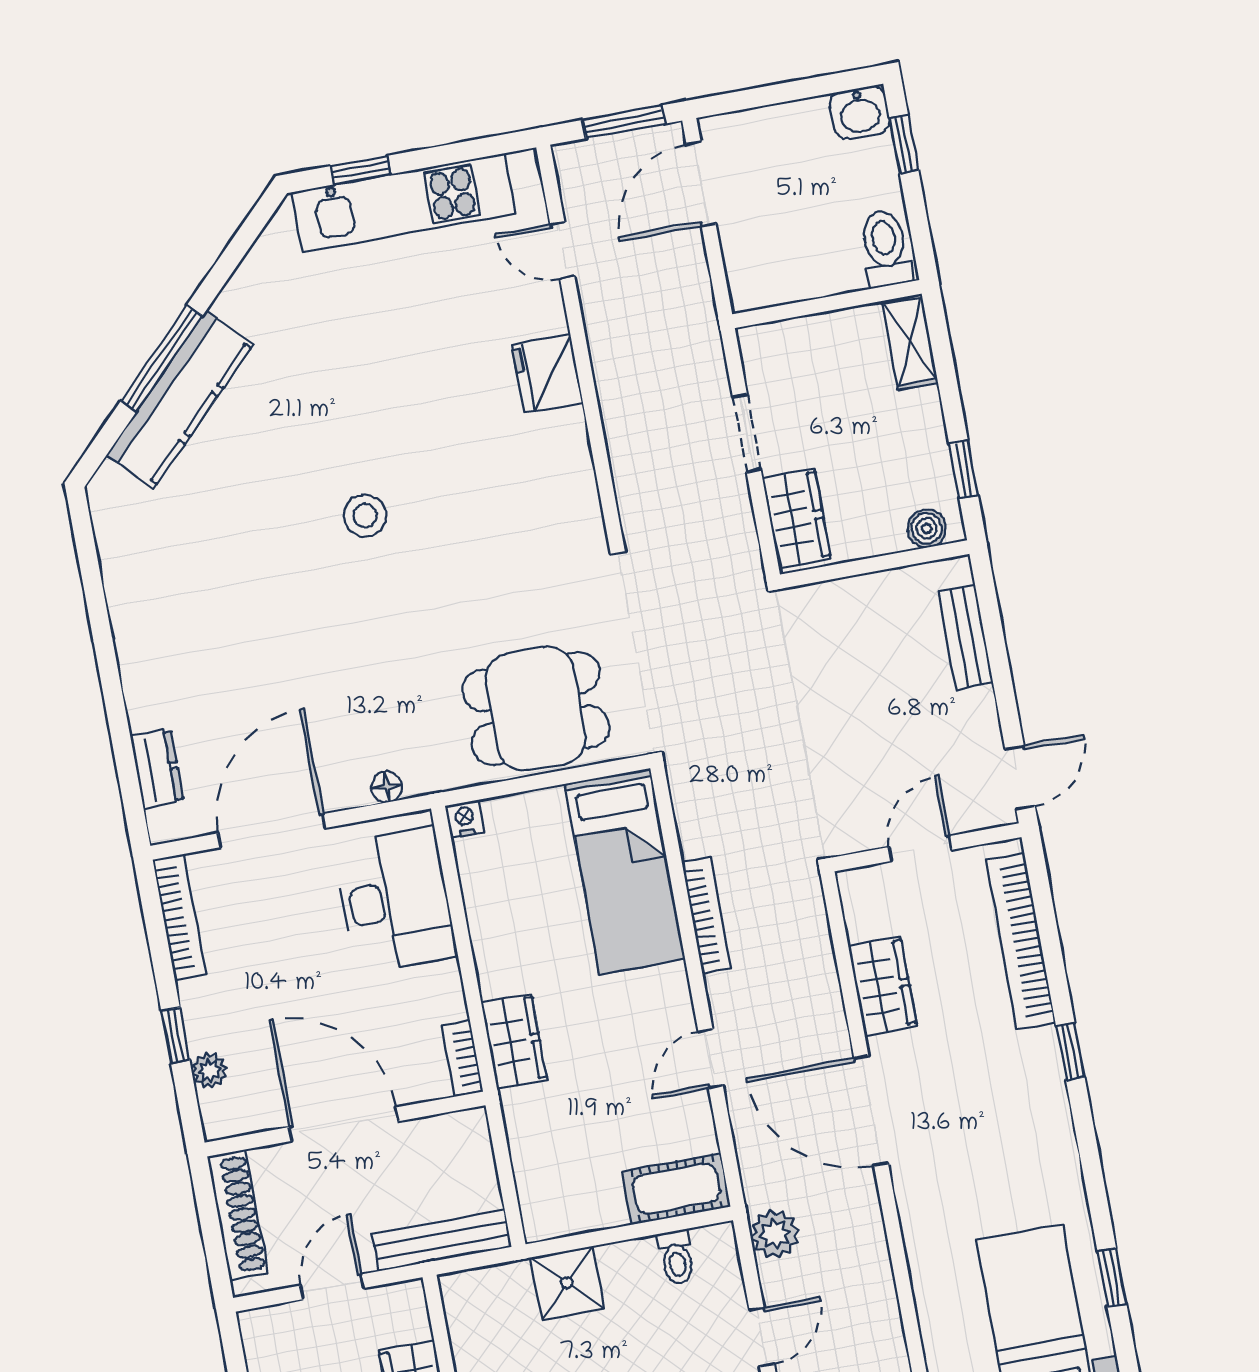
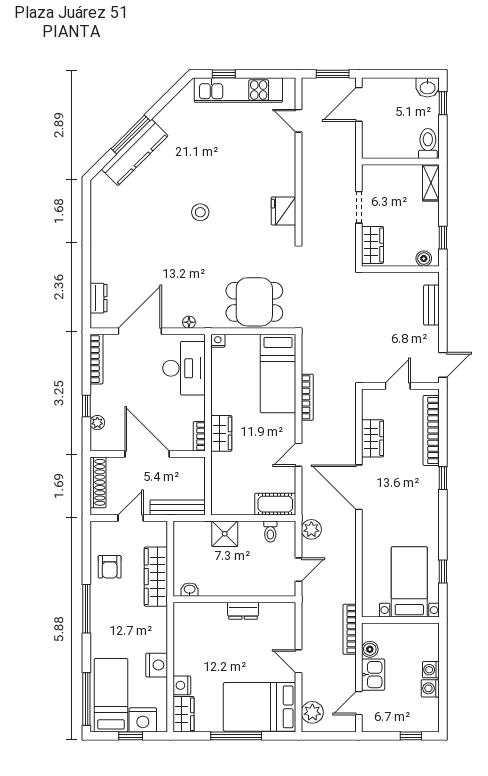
fridge: (547, 374) -> (284, 211), moved

